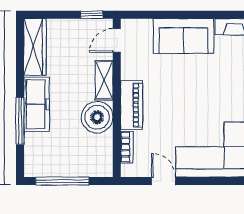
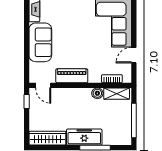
shelving: (104, 80) -> (117, 94), moved
piano: (132, 105) -> (72, 76), moved
boiler: (97, 117) -> (97, 93), width x0.54, depth x0.54

